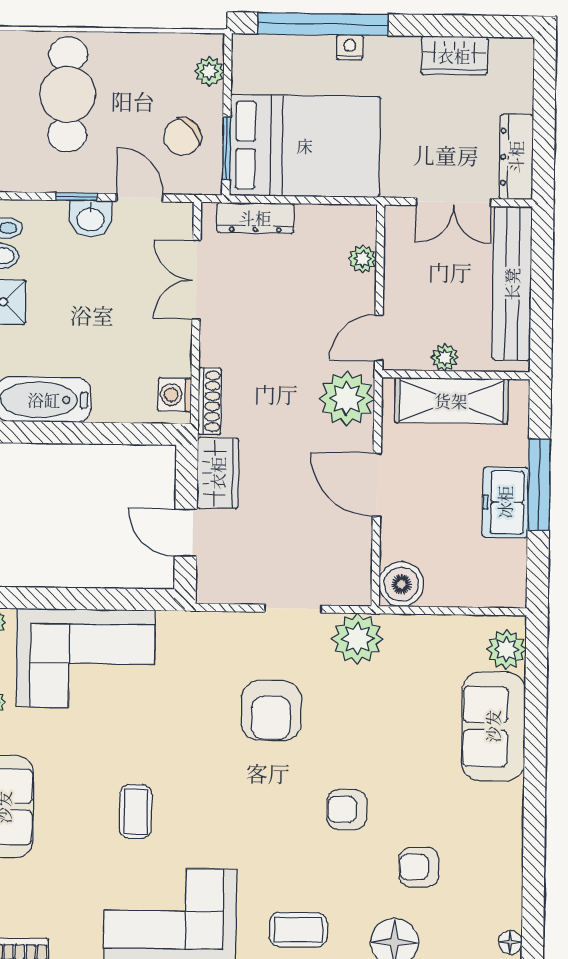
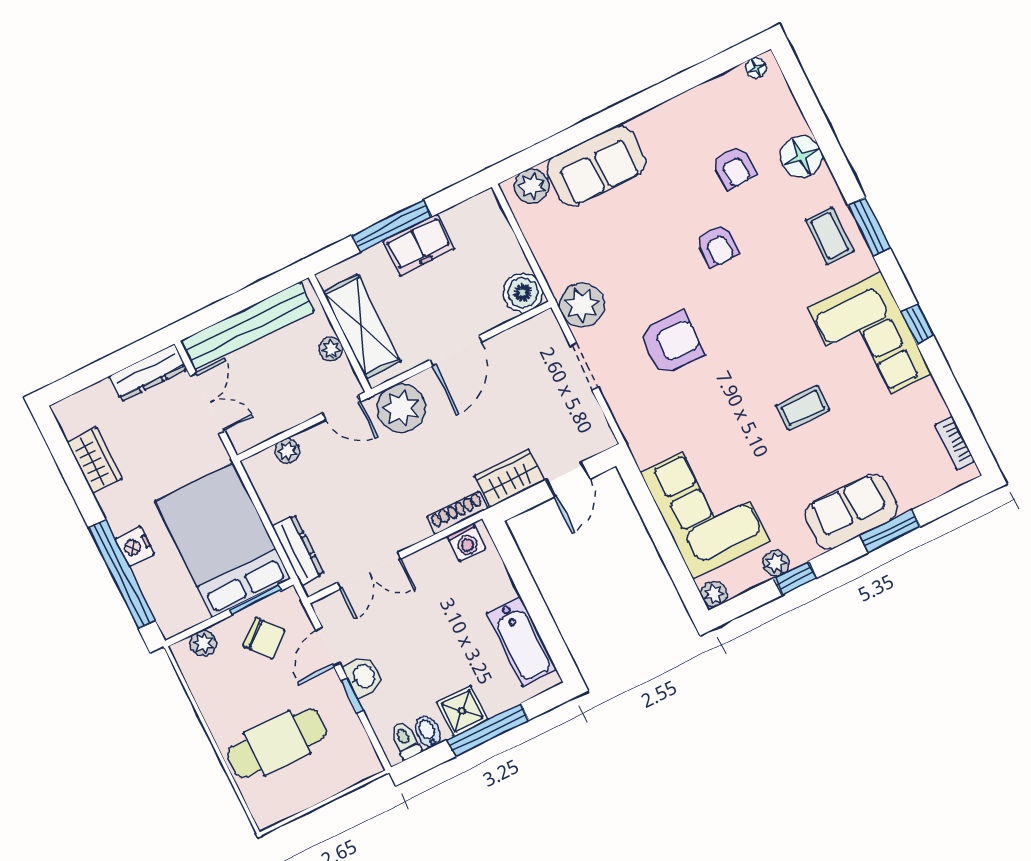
nightstand: (350, 47) -> (135, 547), width x1.39, depth x1.35

